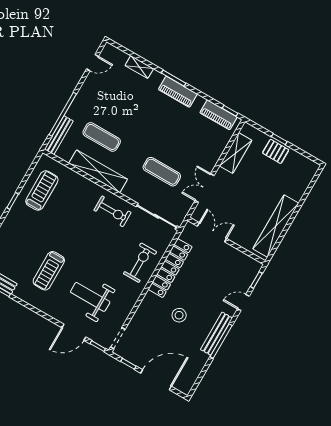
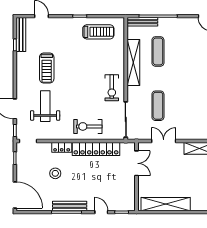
exercise bike: (140, 263) -> (88, 126), turned 180
treadmill: (49, 271) -> (47, 68), turned -90
locker: (146, 305) -> (62, 147), added
stool: (179, 315) -> (55, 173), moved
door: (156, 380) -> (15, 195), moved

